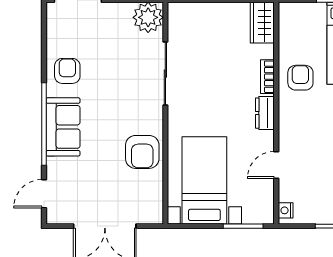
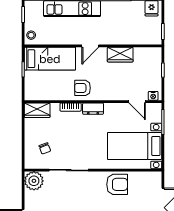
chair: (201, 35) -> (45, 148), added
armchair: (300, 78) -> (82, 88), moved
door: (276, 165) -> (137, 102), moved

